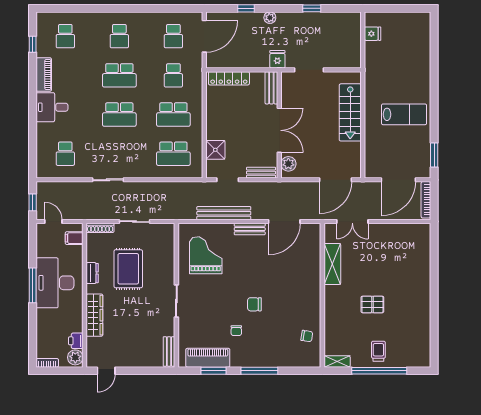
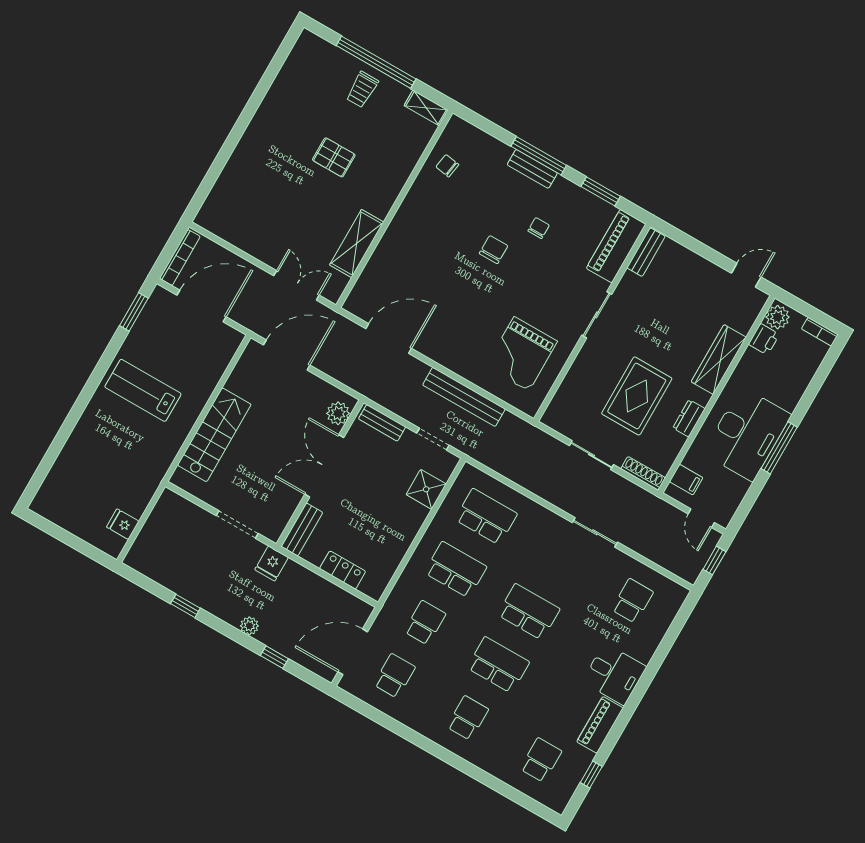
locker: (229, 78) -> (343, 570), width x0.66
bench: (250, 229) -> (532, 169), moved
chair: (254, 304) -> (494, 250), turned -90
piano: (208, 358) -> (616, 246), moved, turned 90

